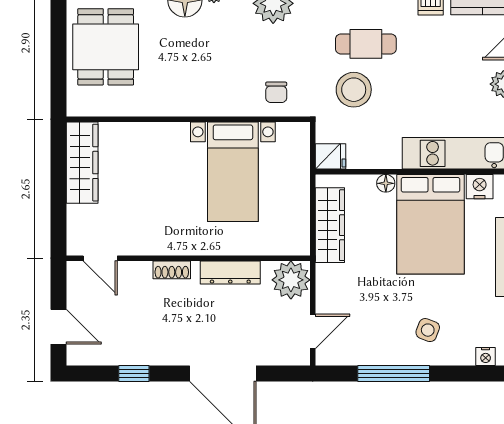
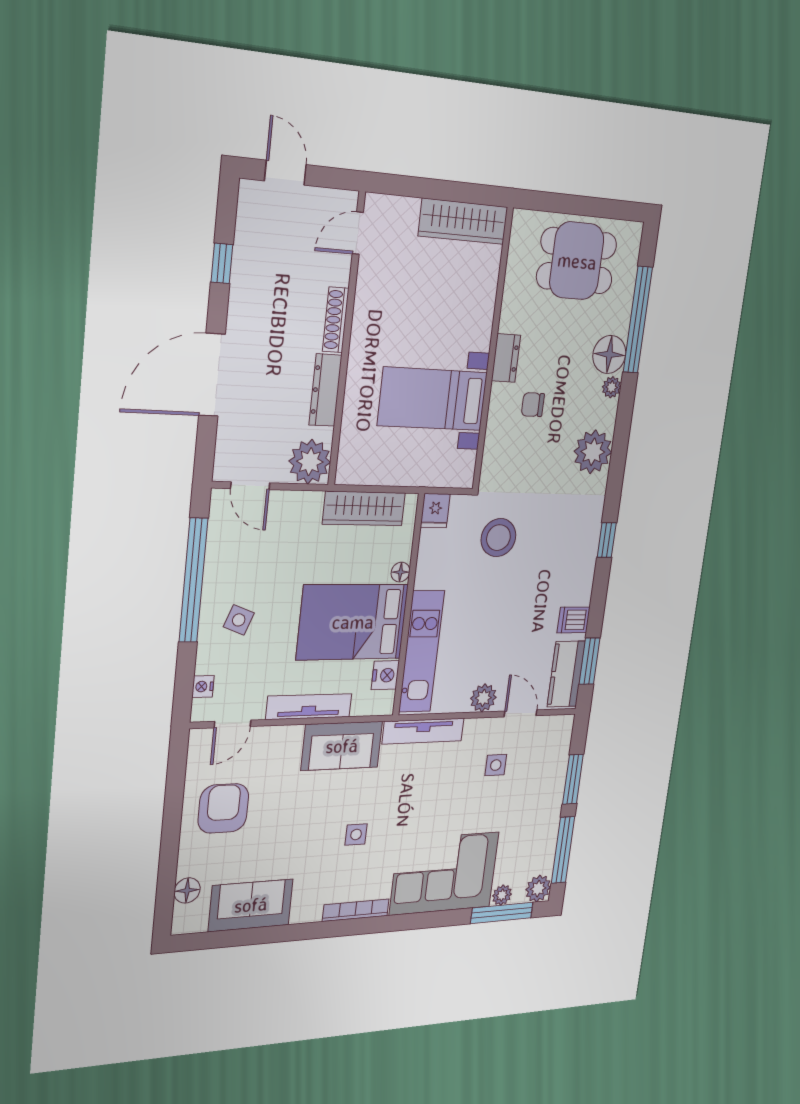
cafe table: (366, 44) -> (541, 551), removed
chair: (276, 92) -> (533, 405), moved
dresser: (194, 105) -> (506, 358), added
shoe rack: (172, 270) -> (336, 320), width x1.43
door: (59, 327) -> (285, 173), swing flipped
window: (394, 373) -> (193, 580), width x1.46

